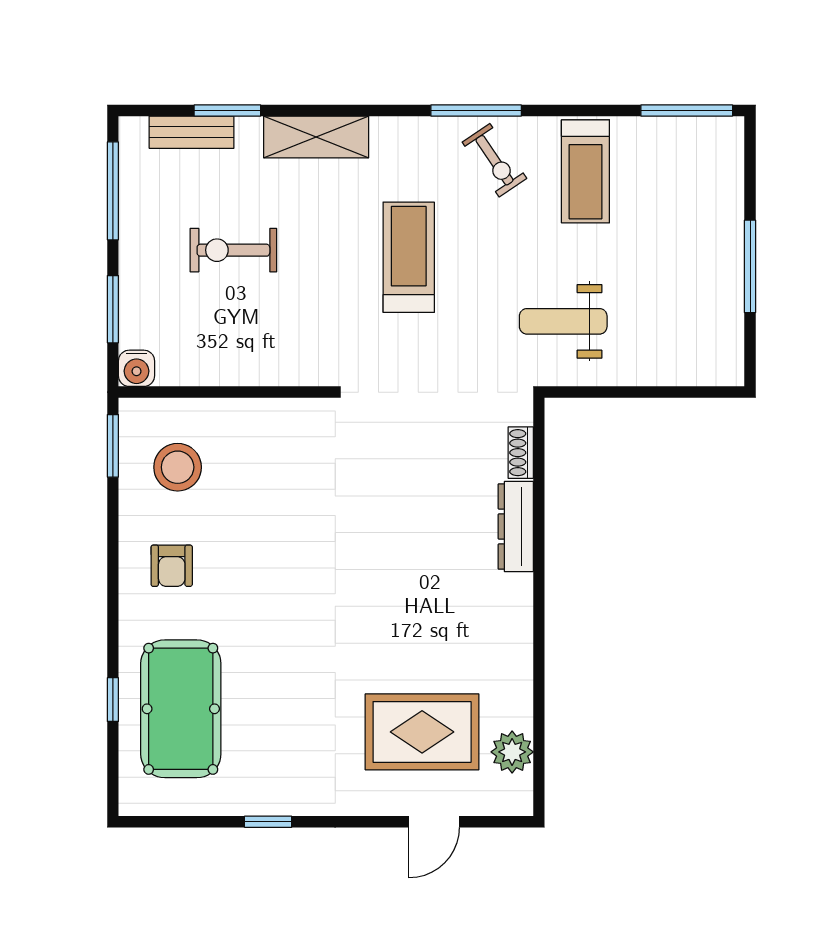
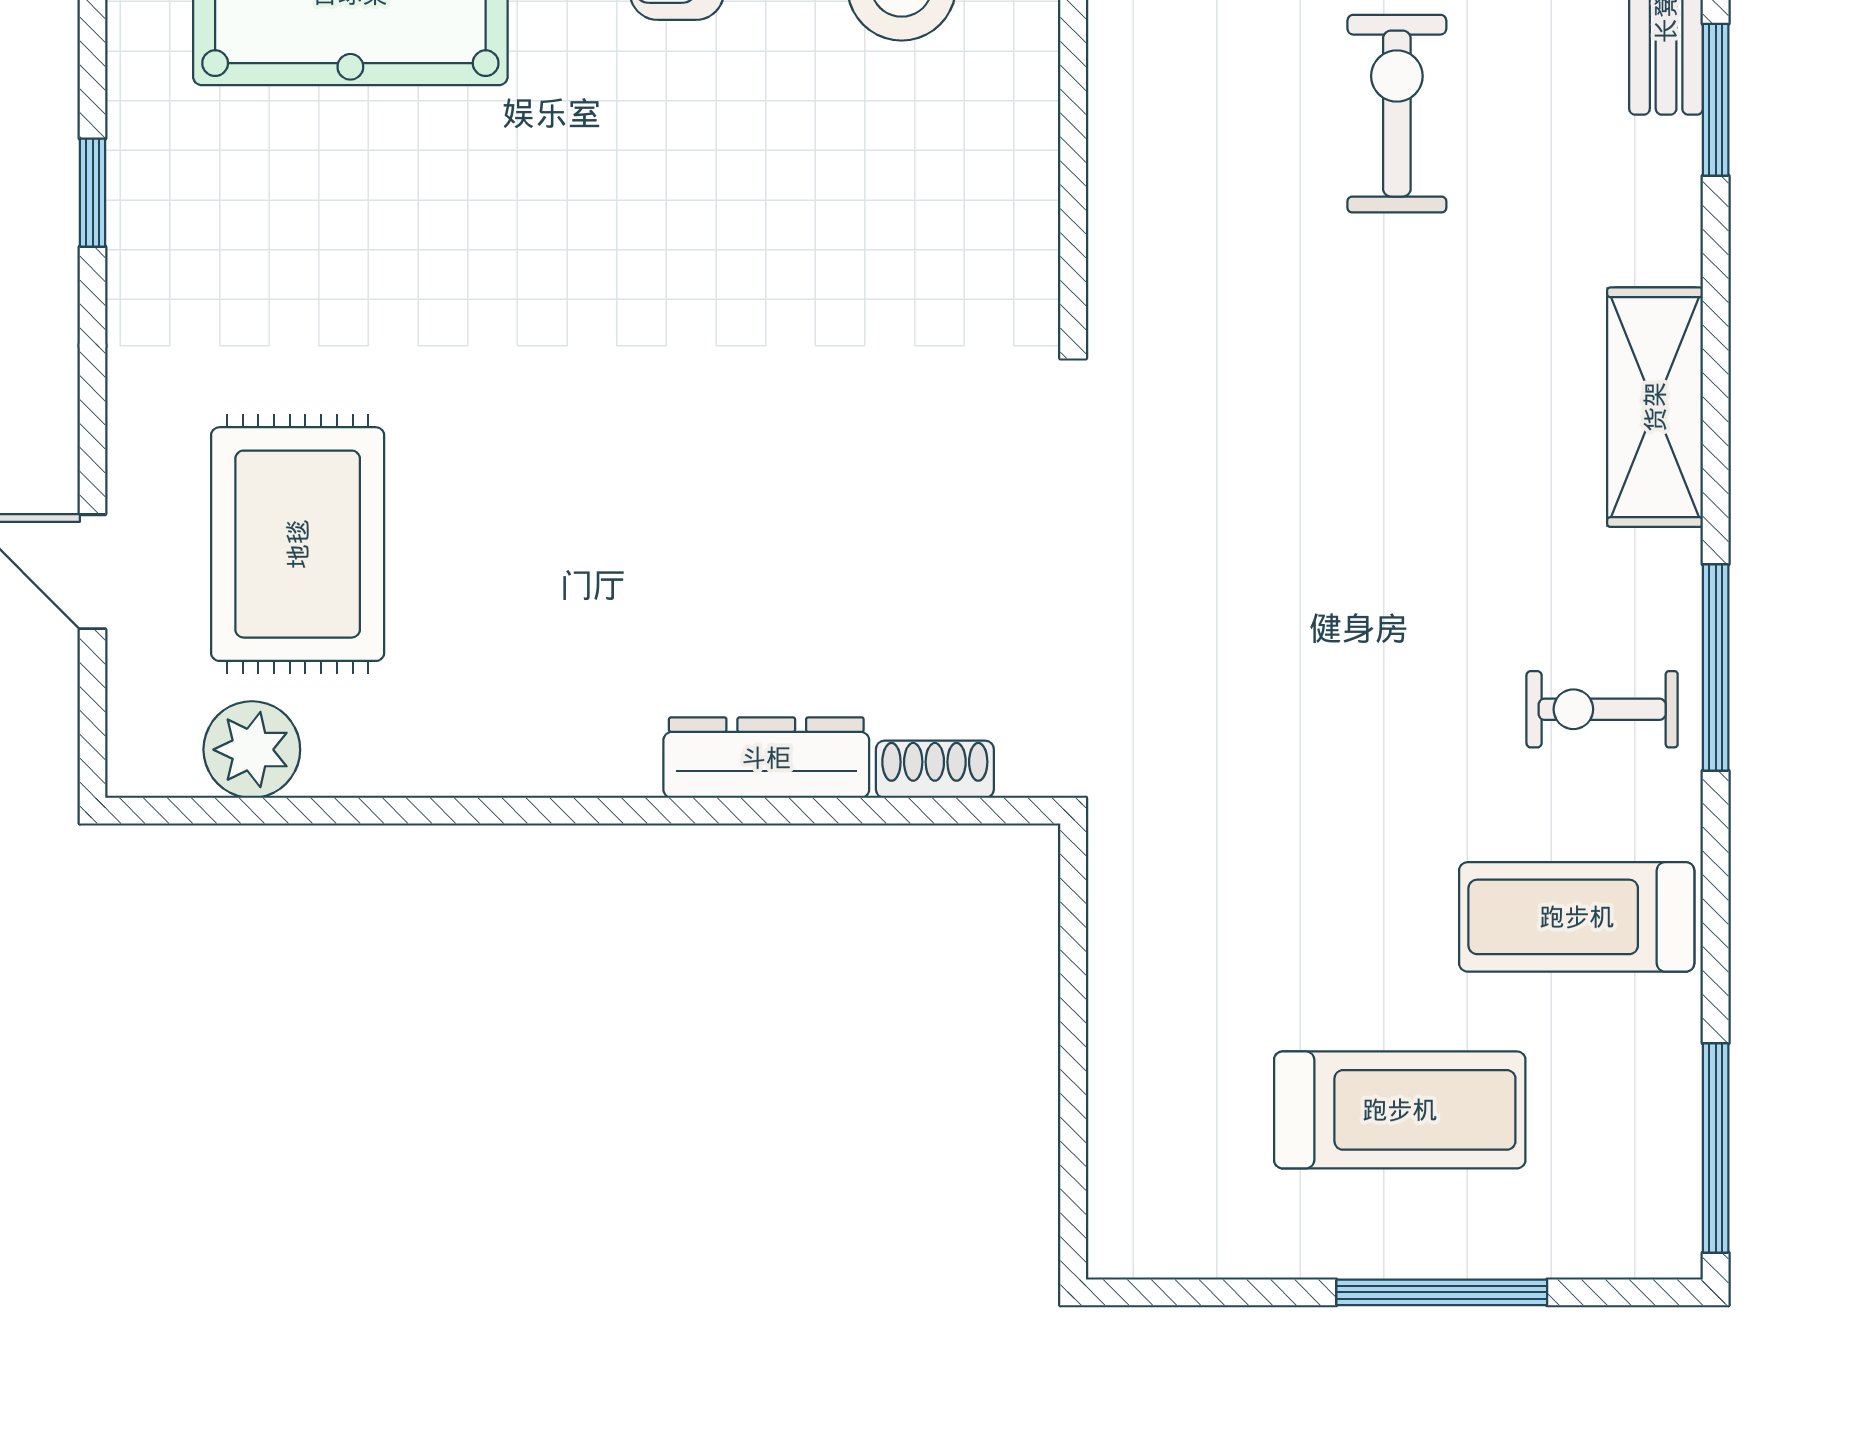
shelving: (316, 137) -> (1655, 407), moved
exercise bike: (494, 160) -> (1602, 709), turned 34
treadmill: (409, 257) -> (1400, 1110), moved
window: (750, 266) -> (1442, 1292), moved
weight bench: (563, 321) -> (1234, 866), removed

